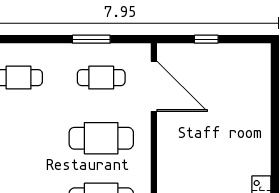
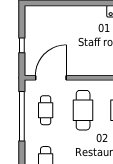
window: (91, 39) -> (22, 116), width x2.11

